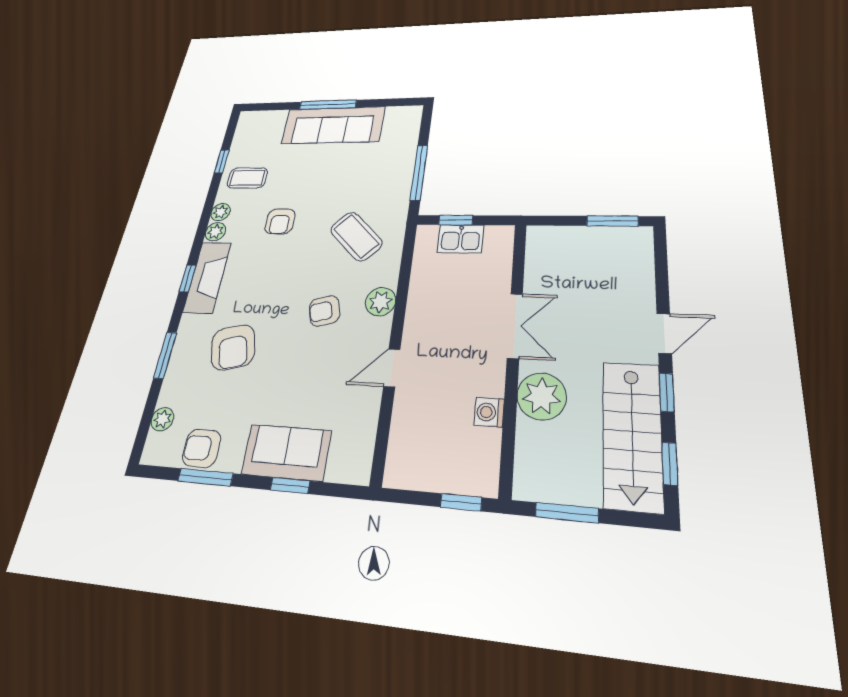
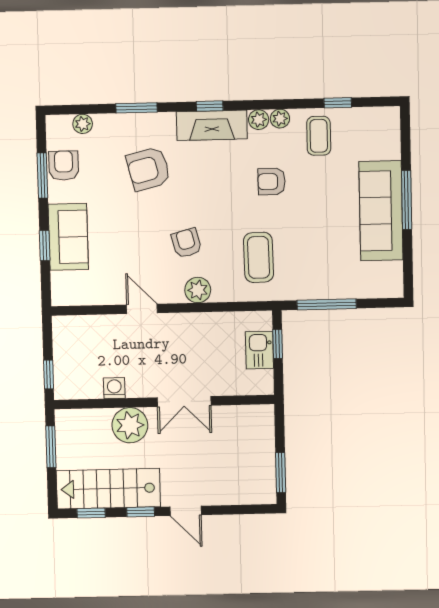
coffee table: (356, 236) -> (259, 257), turned -45

